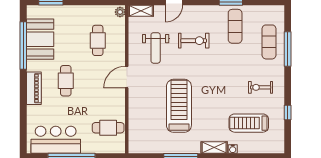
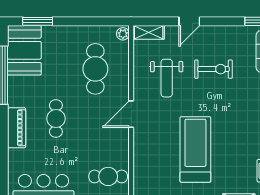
booth: (40, 39) -> (24, 50), moved
cafe table: (98, 40) -> (95, 69), width x1.37, depth x1.35

